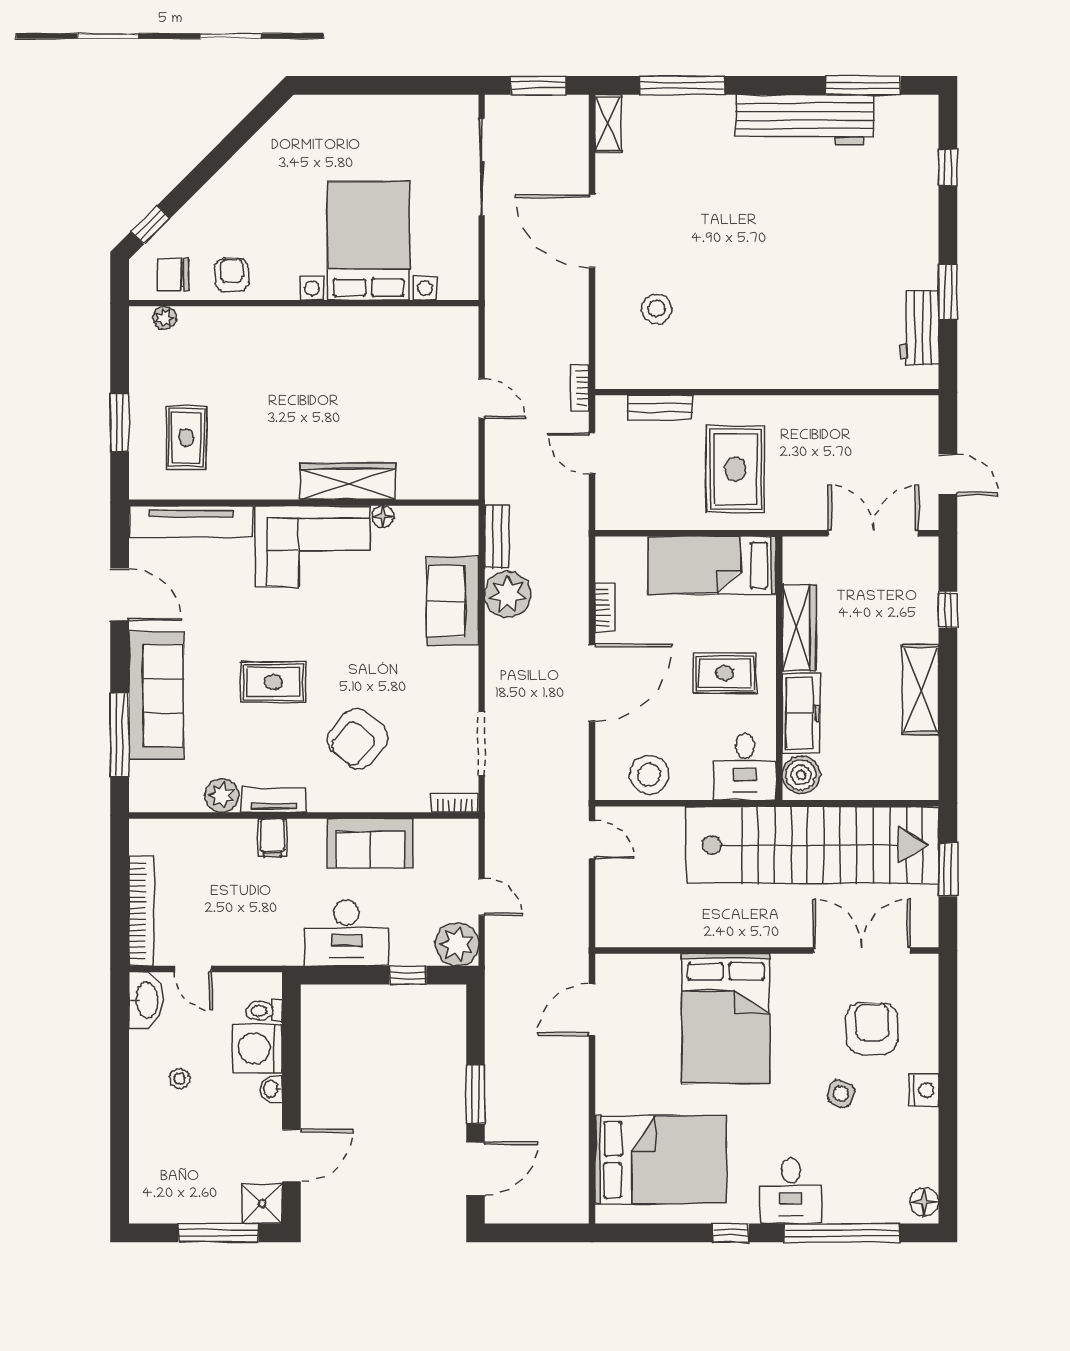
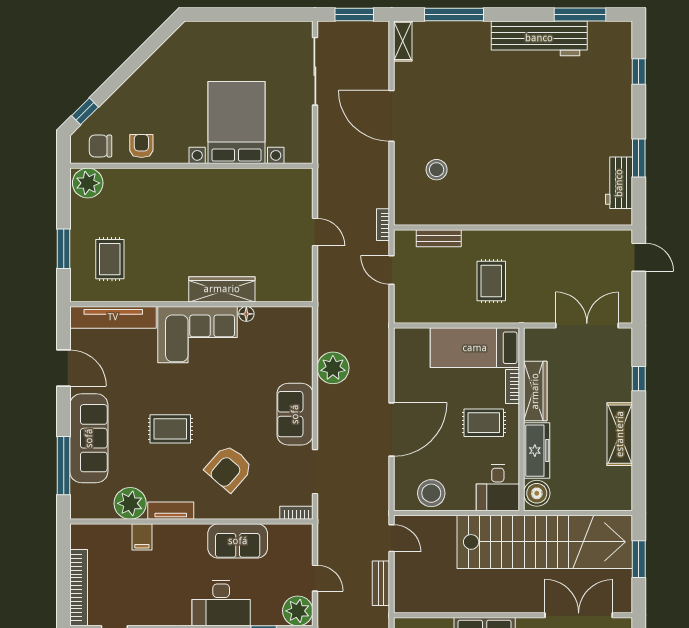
plant: (165, 318) -> (88, 183), width x1.88, depth x1.88
rug: (735, 469) -> (491, 281), width x0.73, depth x0.70
door: (948, 475) -> (639, 257), moved
bench: (497, 537) -> (381, 583), moved
sofa: (453, 601) -> (295, 414), moved
bookcase: (605, 607) -> (513, 387), moved, turned 180
plant: (222, 796) -> (130, 503), width x1.36, depth x1.36
filing cabinet: (273, 838) -> (142, 537), moved

